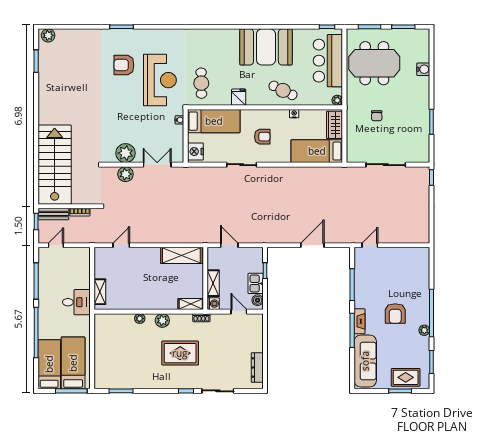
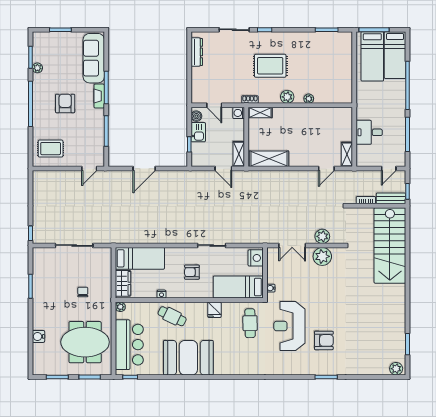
shelving: (213, 283) -> (239, 154), moved
shelving: (100, 292) -> (347, 154), moved
desk: (76, 302) -> (369, 132), moved
plant: (424, 330) -> (37, 68), moved
rug: (406, 377) -> (51, 149), moved

